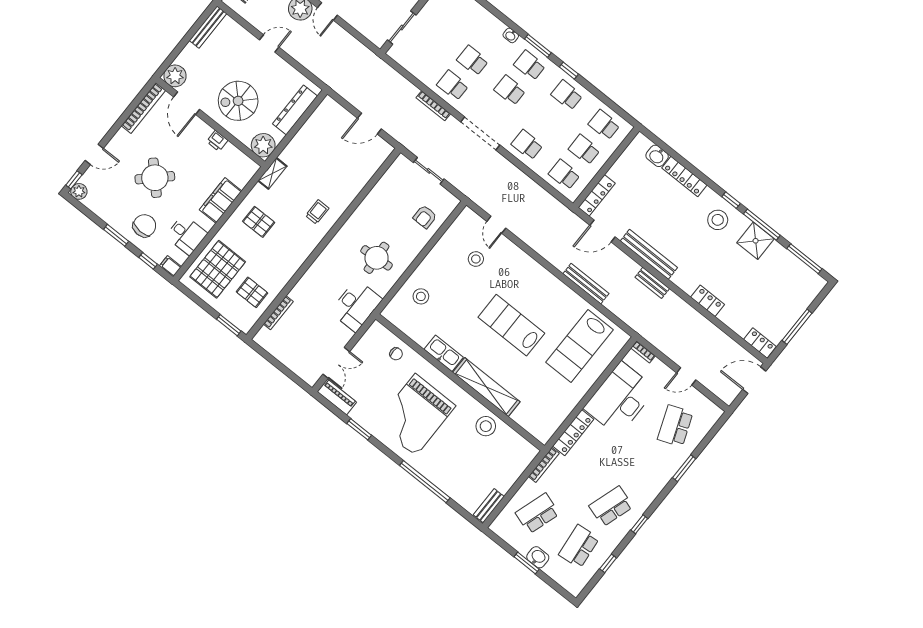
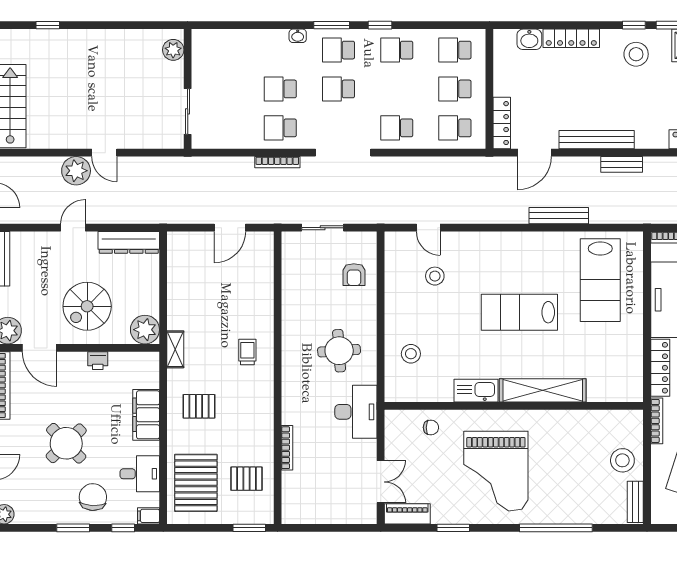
dresser: (295, 110) -> (129, 242), moved, turned -90
bookcase: (278, 313) -> (287, 448), moved
stool: (486, 426) -> (622, 460), moved

